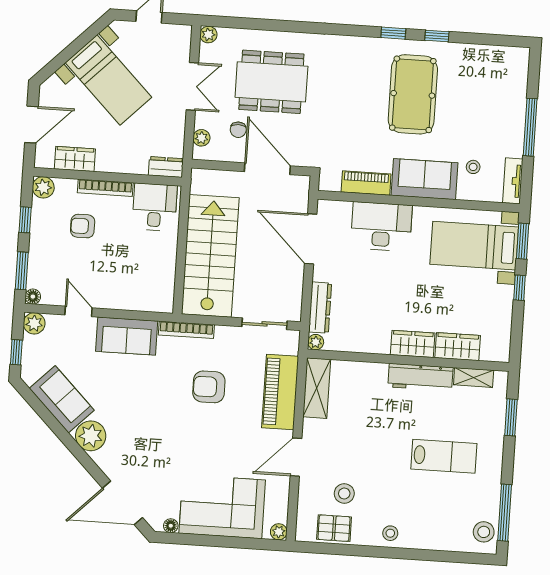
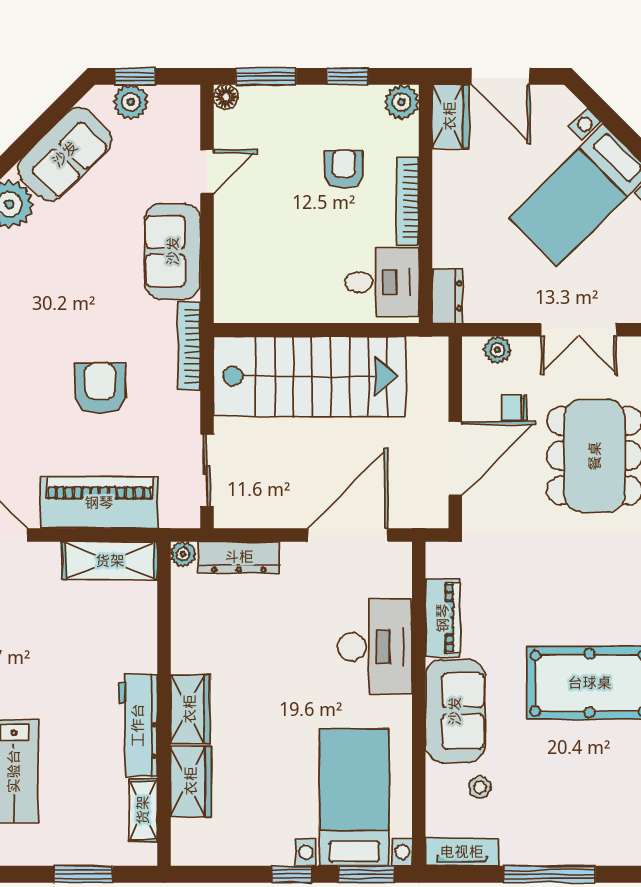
wardrobe: (75, 159) -> (450, 116), moved
plant: (34, 323) -> (131, 102), moved

